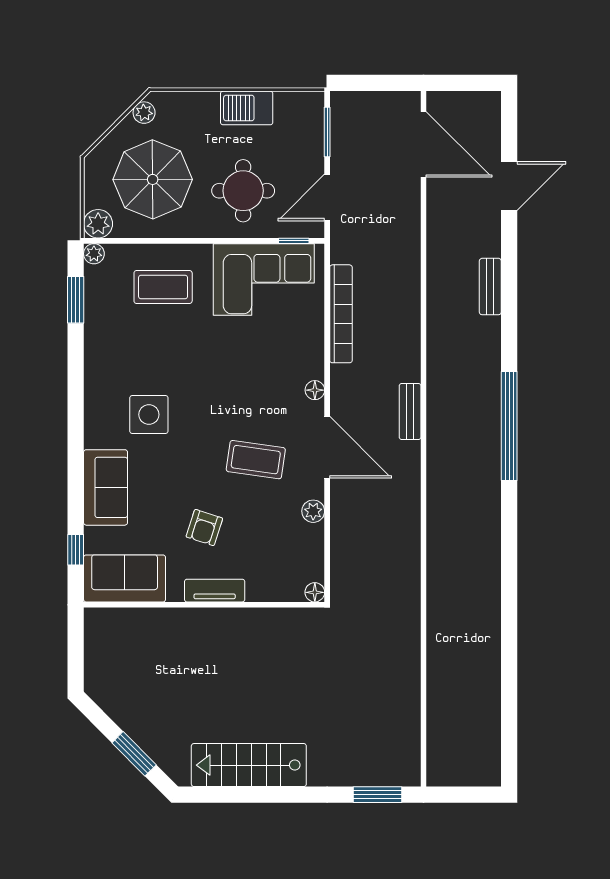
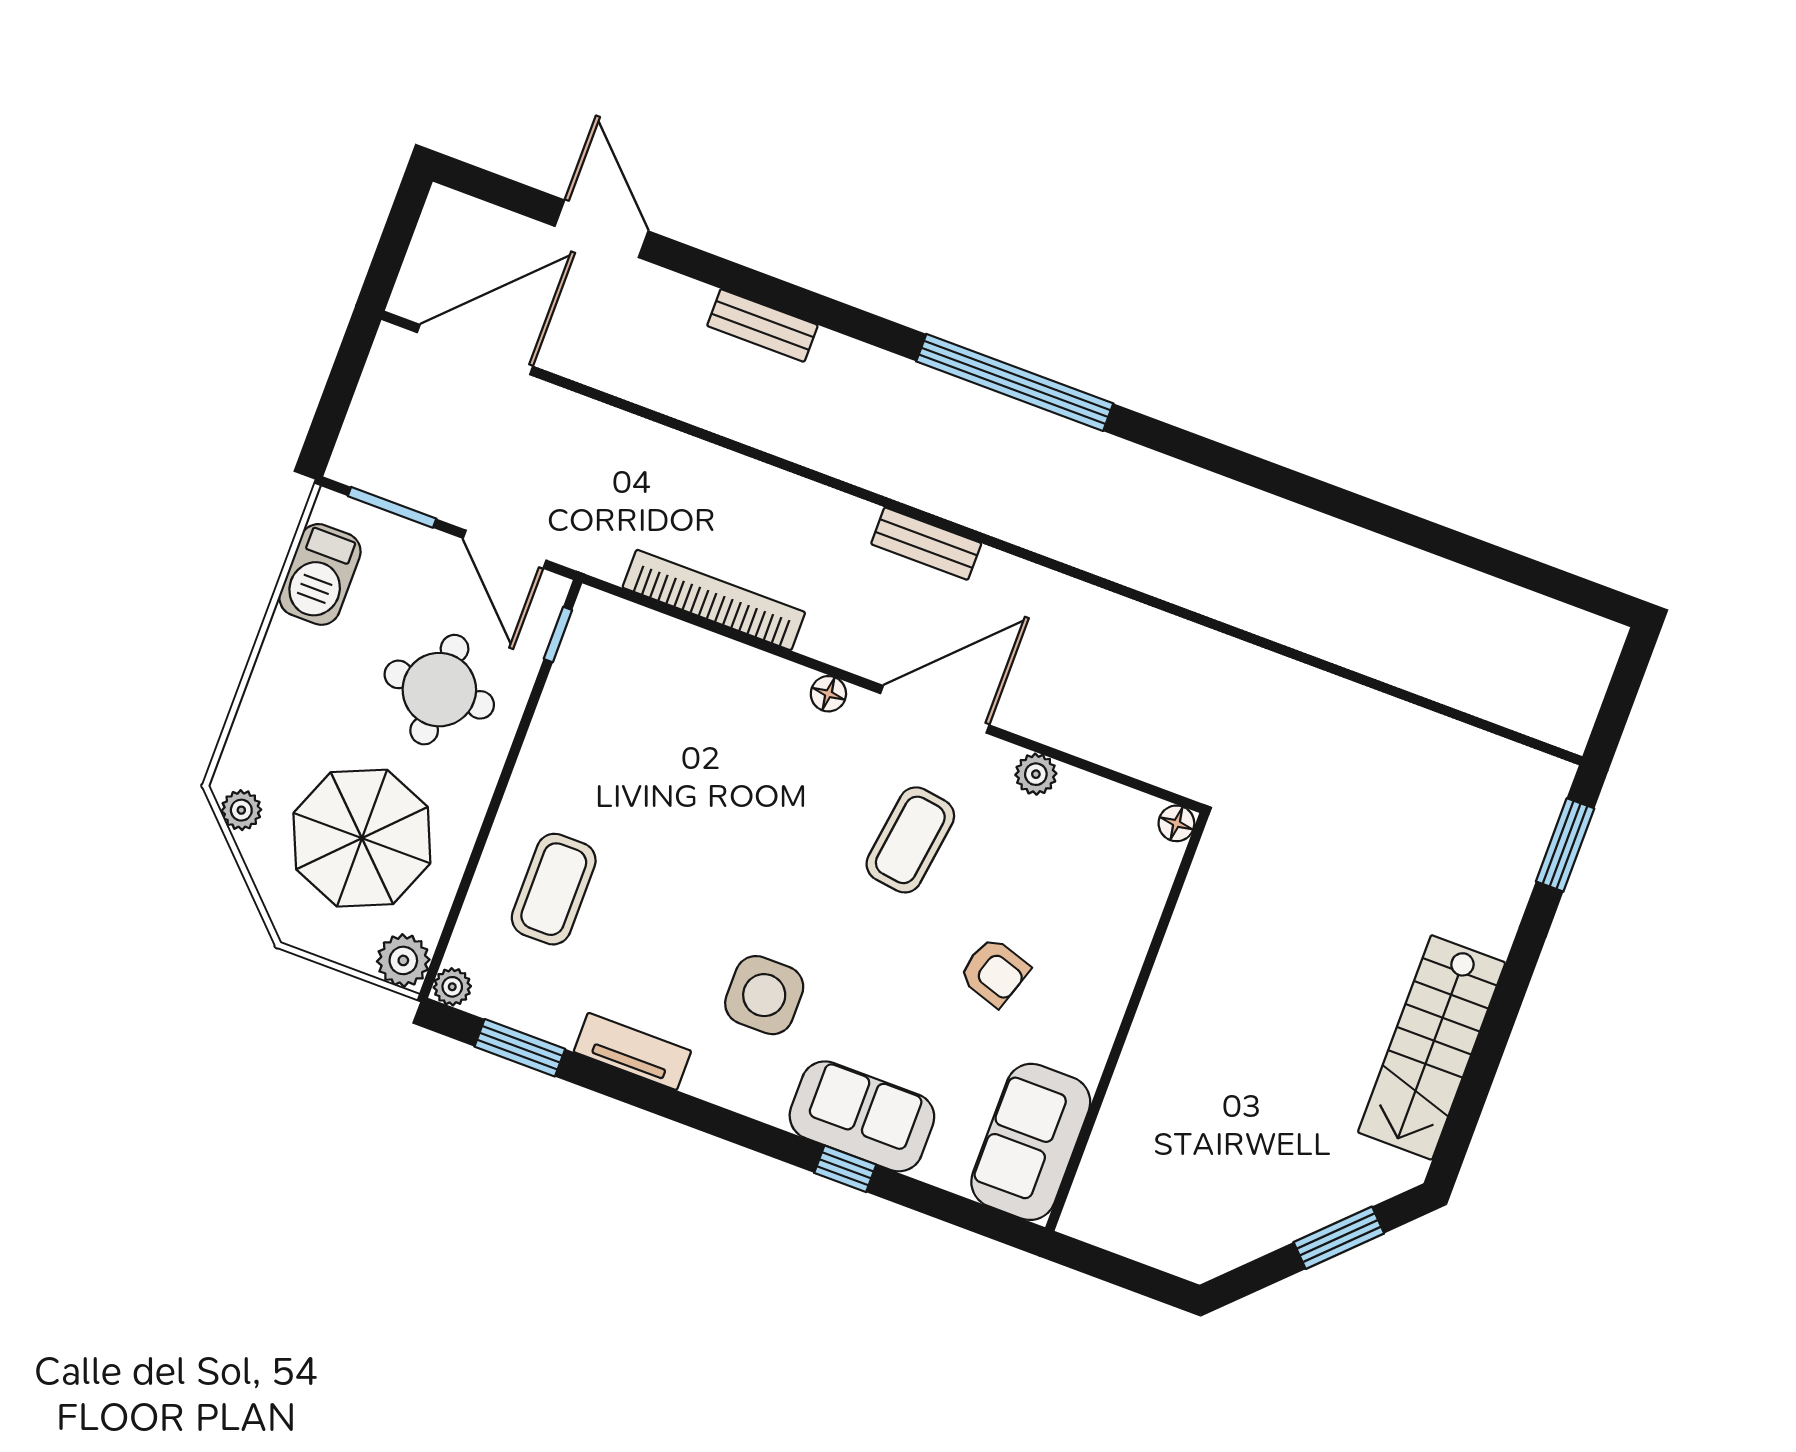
barbecue: (247, 108) -> (320, 574), moved
corner sofa: (264, 279) -> (605, 711), removed
window: (76, 550) -> (845, 1169), moved
tv unit: (215, 591) -> (632, 1051), moved, turned 90

